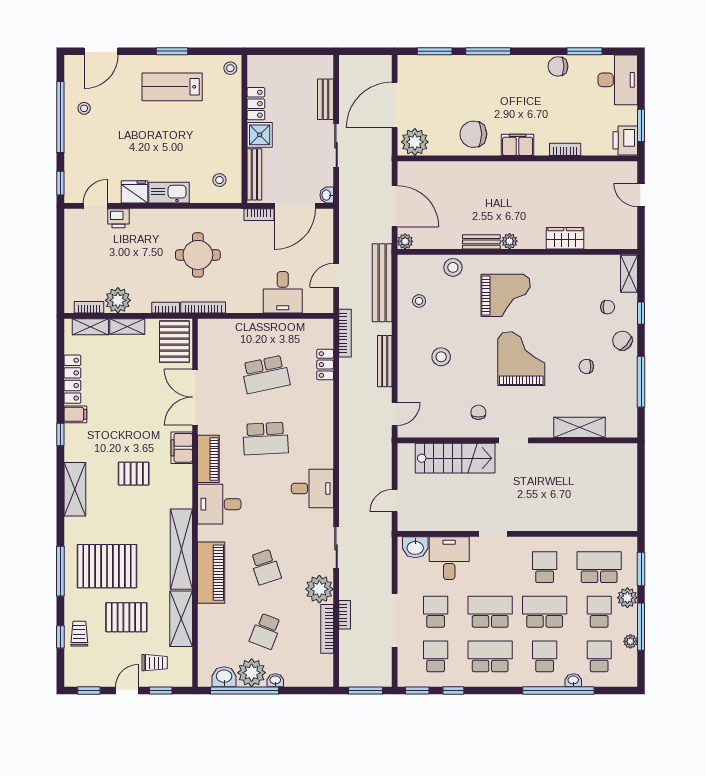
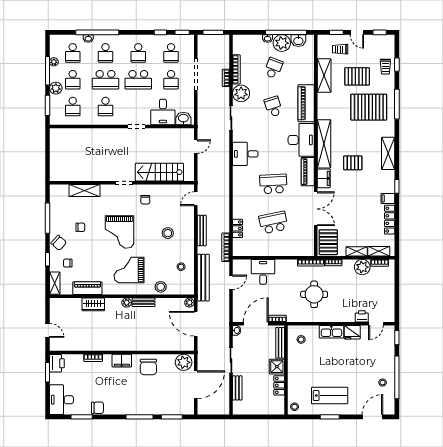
chair: (473, 134) -> (148, 367), turned 90
piano: (575, 265) -> (87, 288), added
desk: (219, 504) -> (301, 140), width x1.37
shelving: (181, 549) -> (324, 144), moved
school desk: (599, 567) -> (73, 107), width x0.54
school desk: (490, 656) -> (138, 53), width x0.54
door: (127, 691) -> (357, 32), hinge flipped

